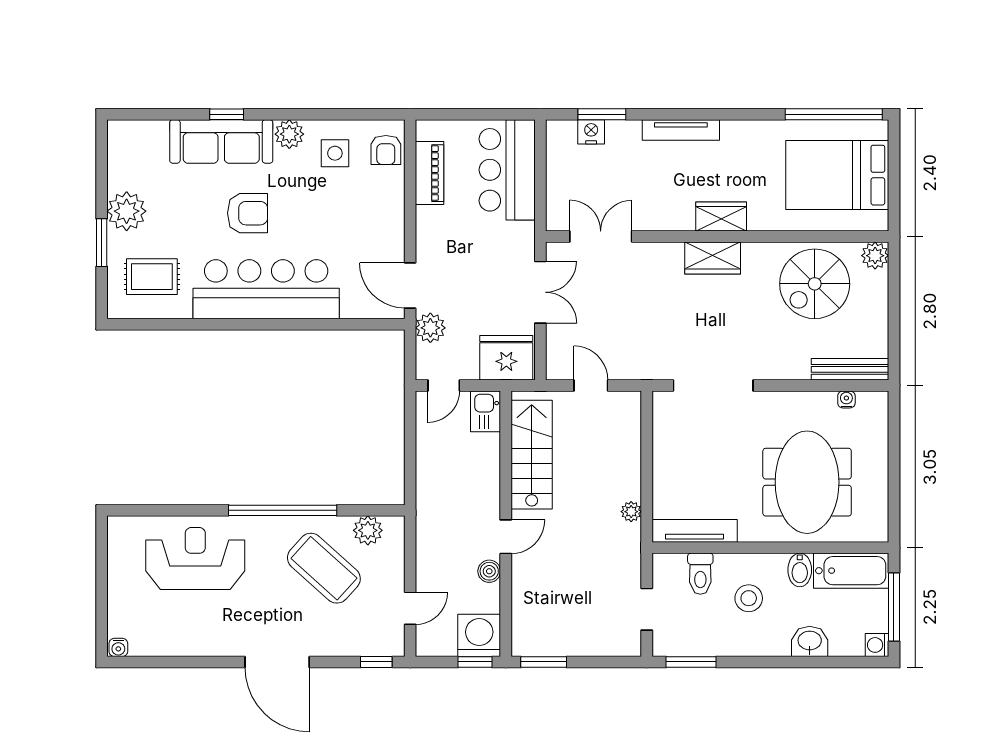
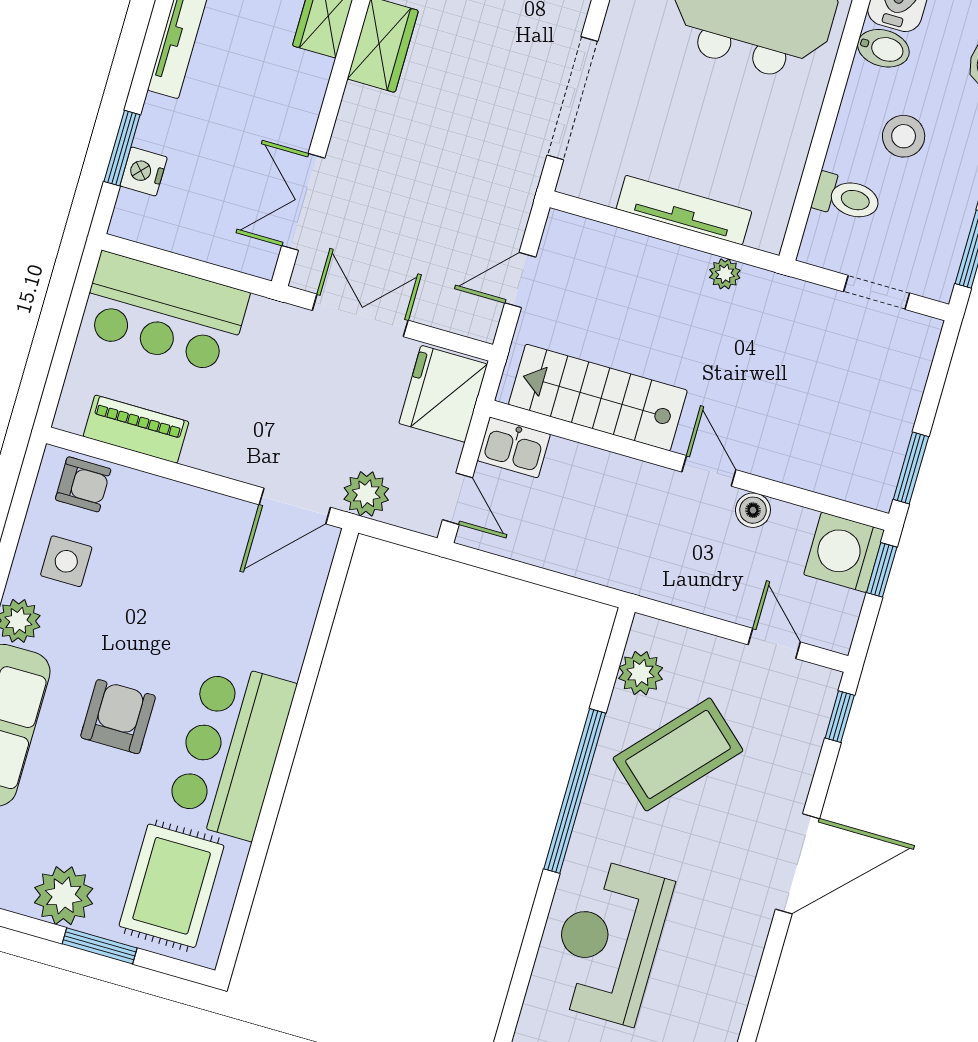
rug: (152, 277) -> (172, 886), width x1.36, depth x1.43
bar counter: (266, 289) -> (231, 750), width x0.73
tv unit: (695, 531) -> (684, 210), moved, turned 90

